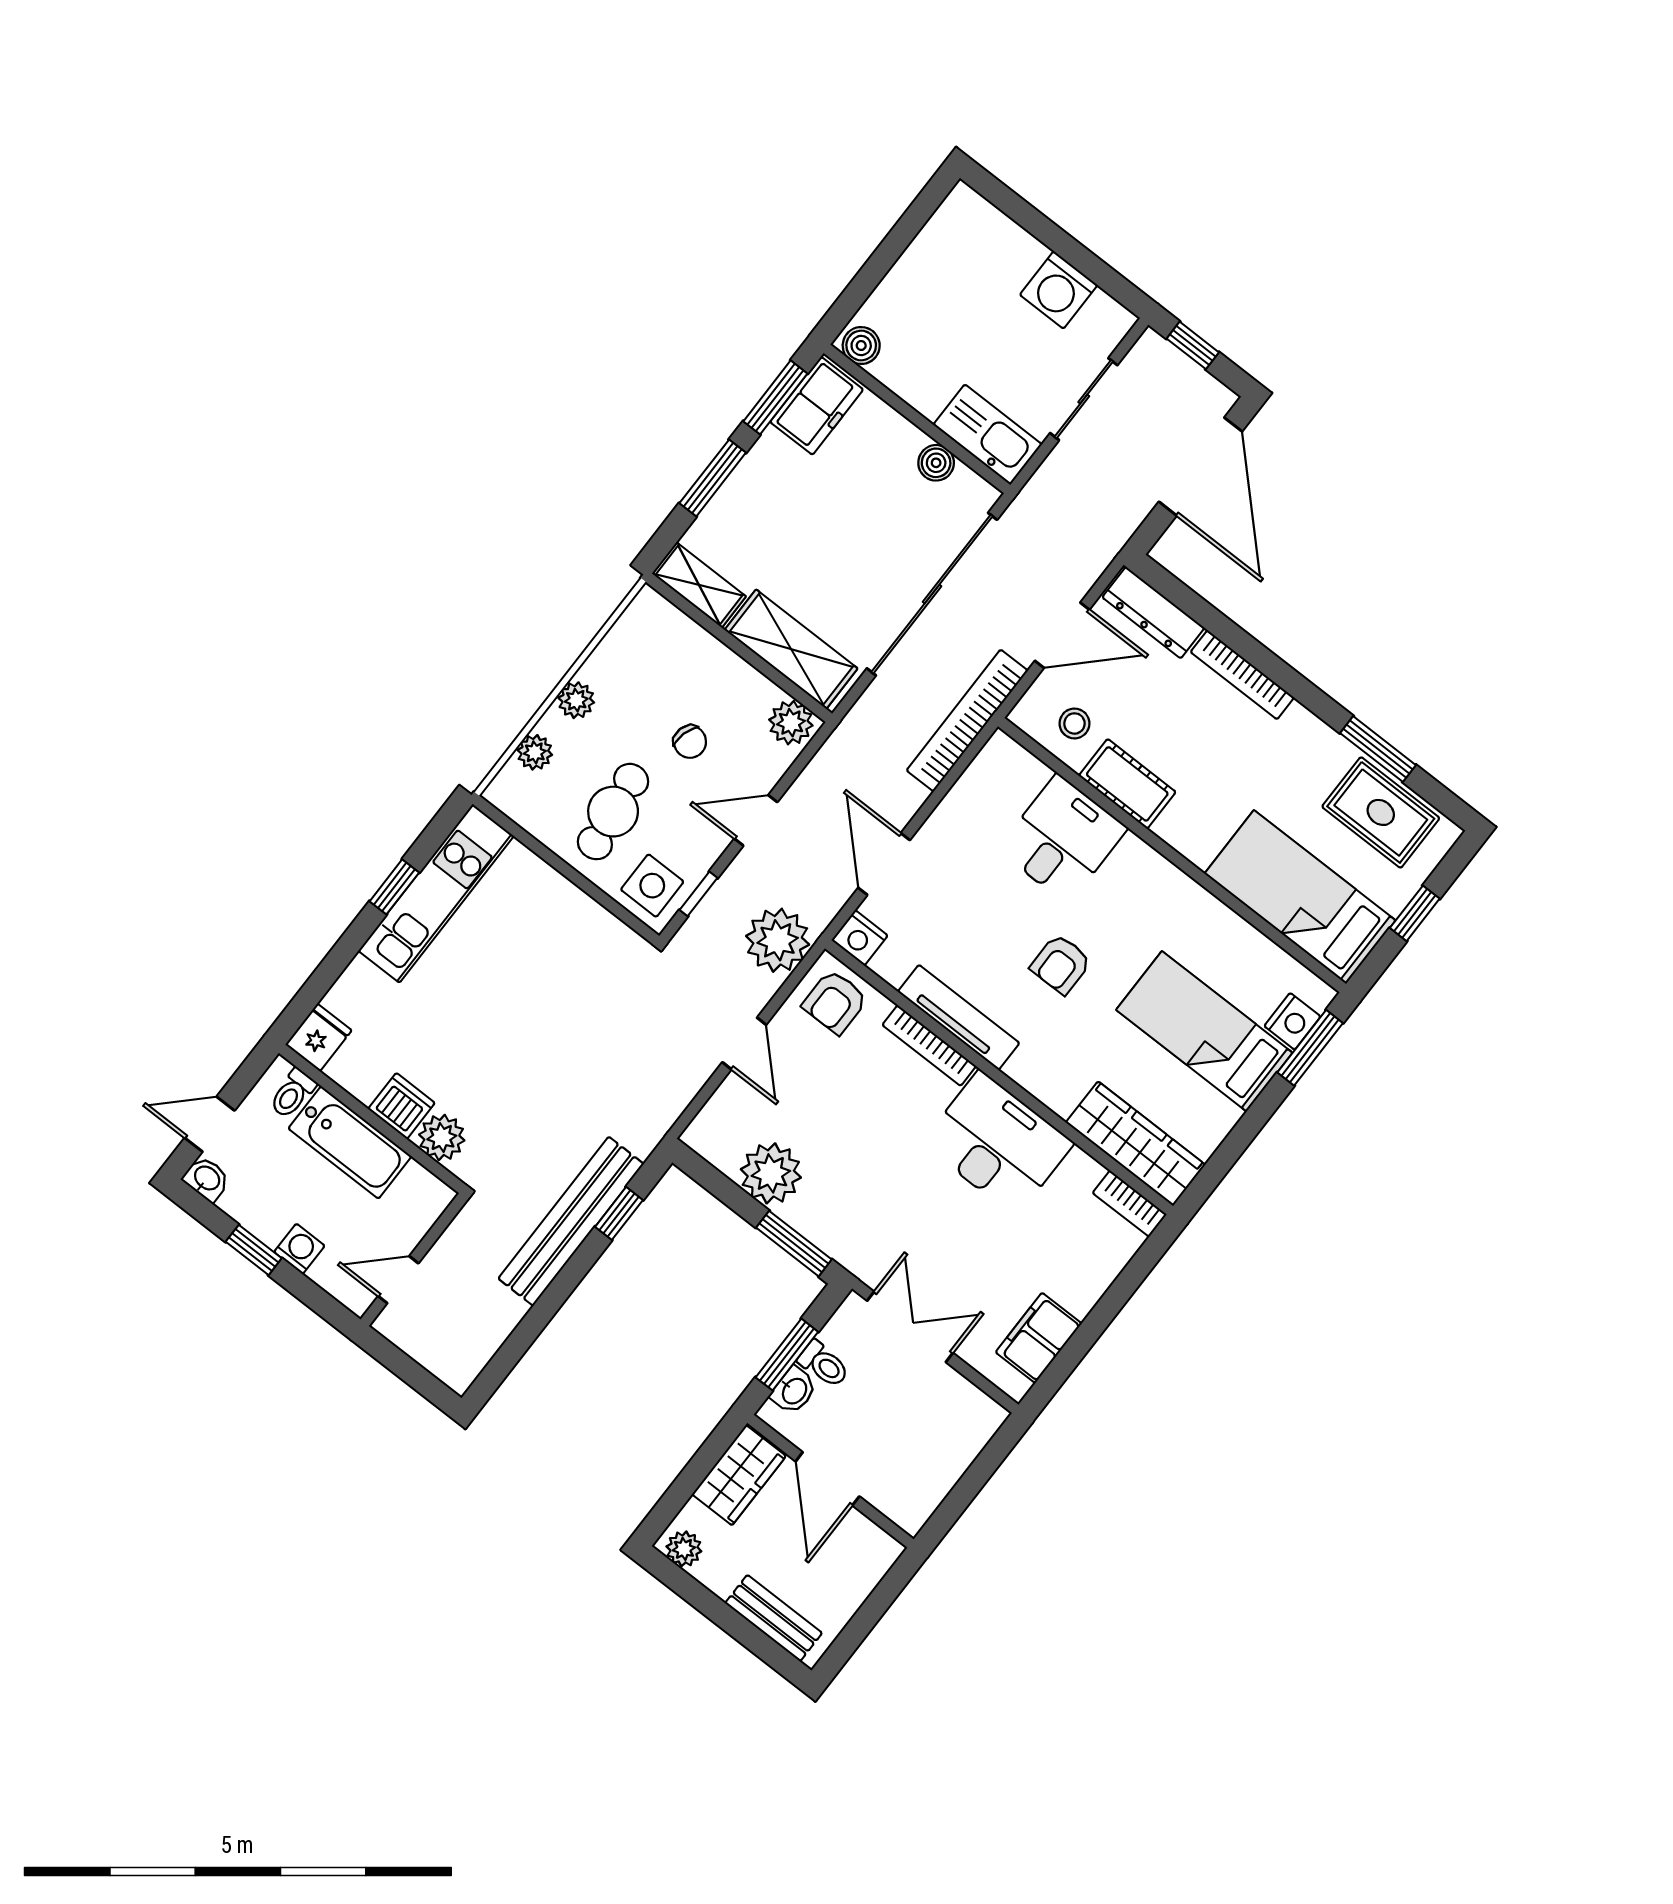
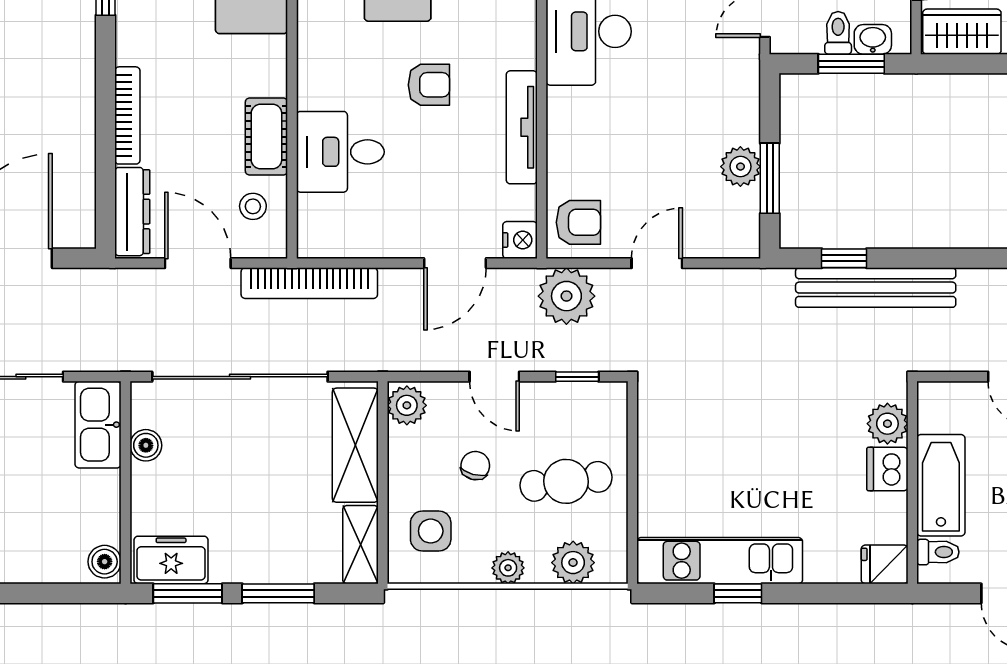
plant: (535, 752) -> (573, 563), width x1.38, depth x1.38
side table: (652, 886) -> (431, 531), moved
bookcase: (929, 1046) -> (558, 133), removed
plant: (771, 1173) -> (740, 167), width x0.73, depth x0.73
window: (794, 1244) -> (770, 178), moved

